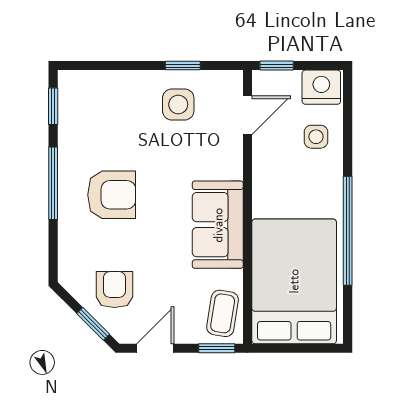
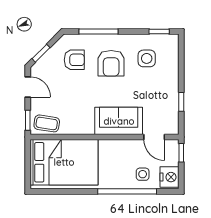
side table: (178, 104) -> (147, 58), moved
window: (53, 183) -> (98, 32), moved
sofa: (218, 225) -> (119, 121), moved
window: (348, 231) -> (127, 191), moved
armchair: (114, 290) -> (74, 60), moved

